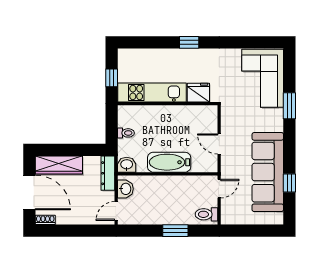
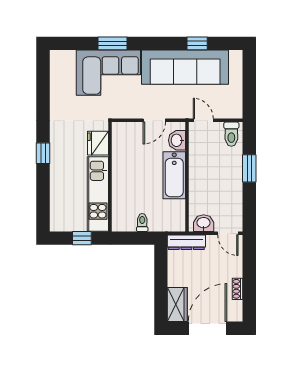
corner sofa: (263, 78) -> (108, 73), moved
wardrobe: (59, 165) -> (177, 305), width x0.67
washbasin: (127, 165) -> (177, 140), moved
shoe rack: (45, 220) -> (237, 289), moved

